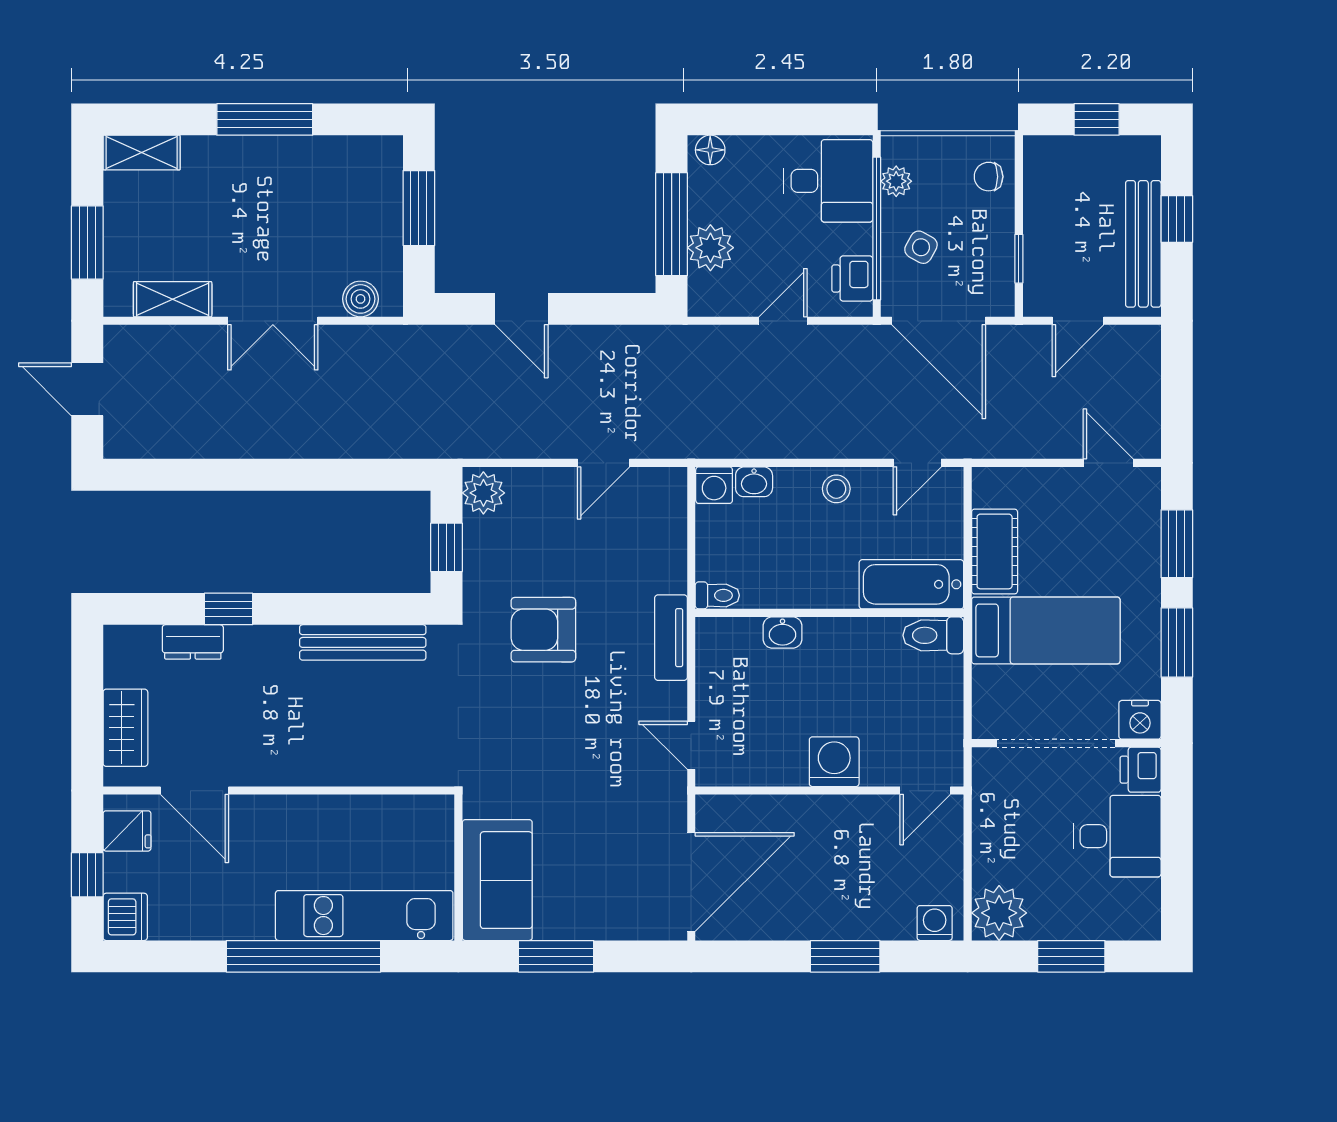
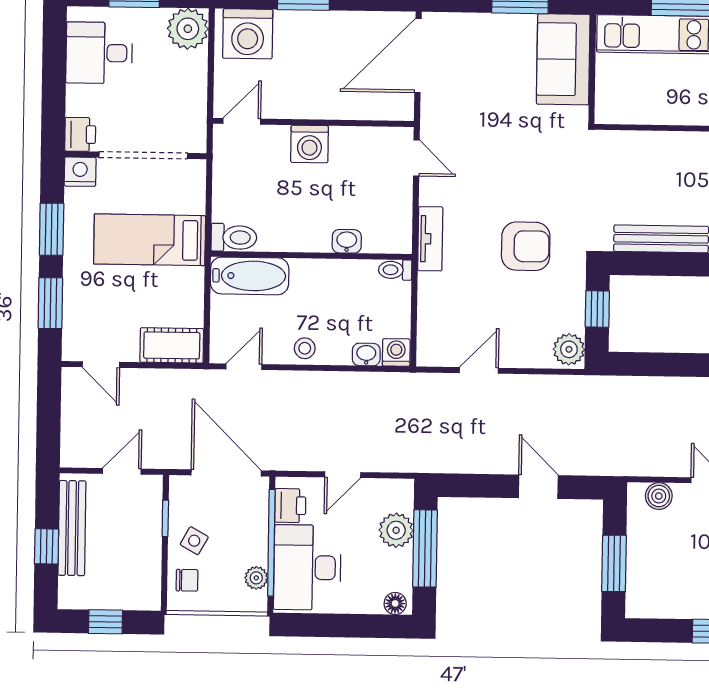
desk: (828, 181) -> (307, 567), width x1.37
side table: (921, 247) -> (194, 541), moved
cot: (995, 551) -> (172, 345), moved, turned 90
desk: (1117, 836) -> (99, 53), moved
washing machine: (935, 923) -> (248, 34), width x1.89, depth x1.89

